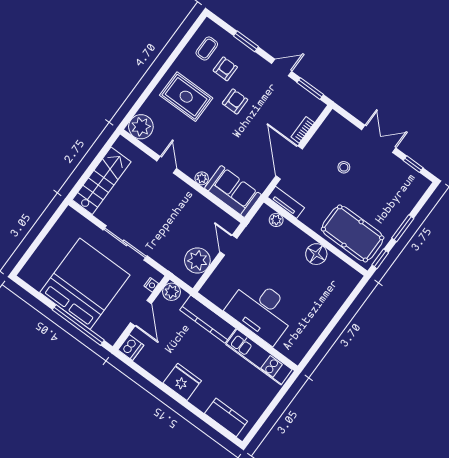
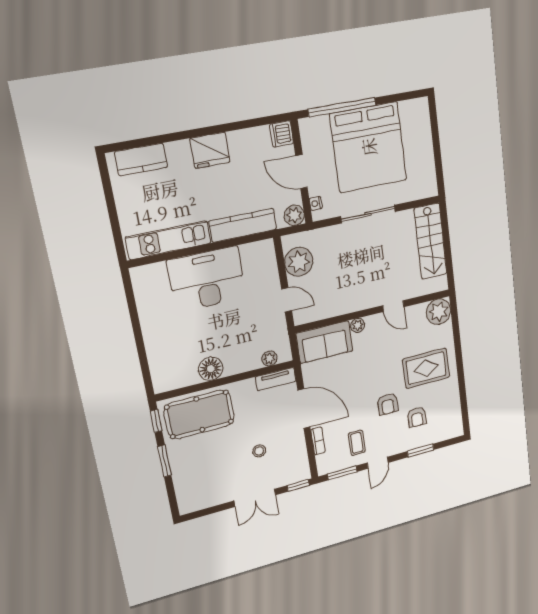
coffee table: (207, 49) -> (357, 443), moved
window: (413, 164) -> (298, 485), moved

